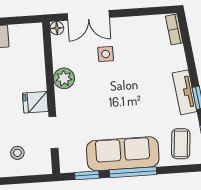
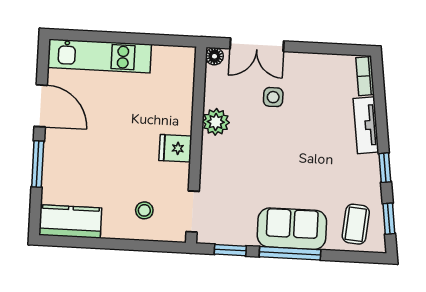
tv unit: (185, 92) -> (366, 125), moved
doorway: (53, 132) -> (193, 212), moved
sofa: (123, 154) -> (292, 229), width x0.73

